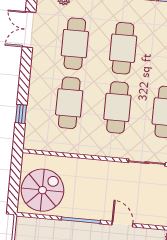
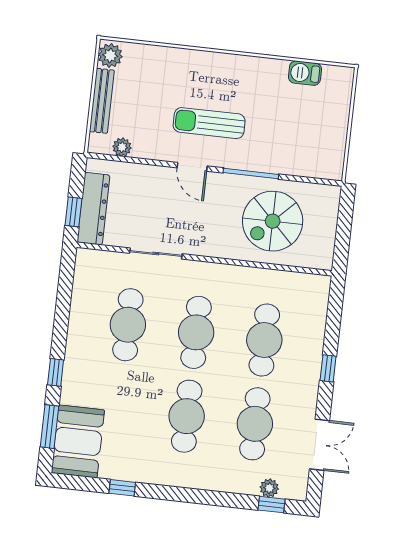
window: (21, 114) -> (328, 368), moved
spiral stairs: (42, 190) -> (273, 221), moved

